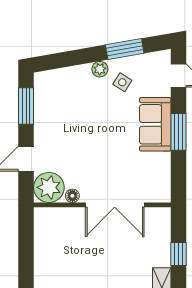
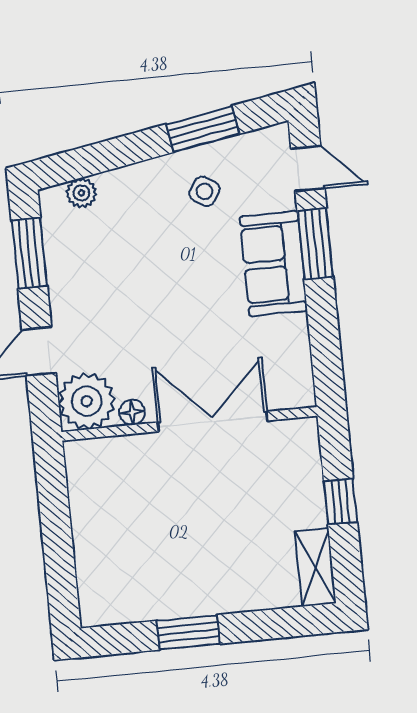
plant: (100, 69) -> (81, 193), moved
window: (178, 132) -> (315, 244), moved
double door: (115, 205) -> (213, 422), swing flipped

